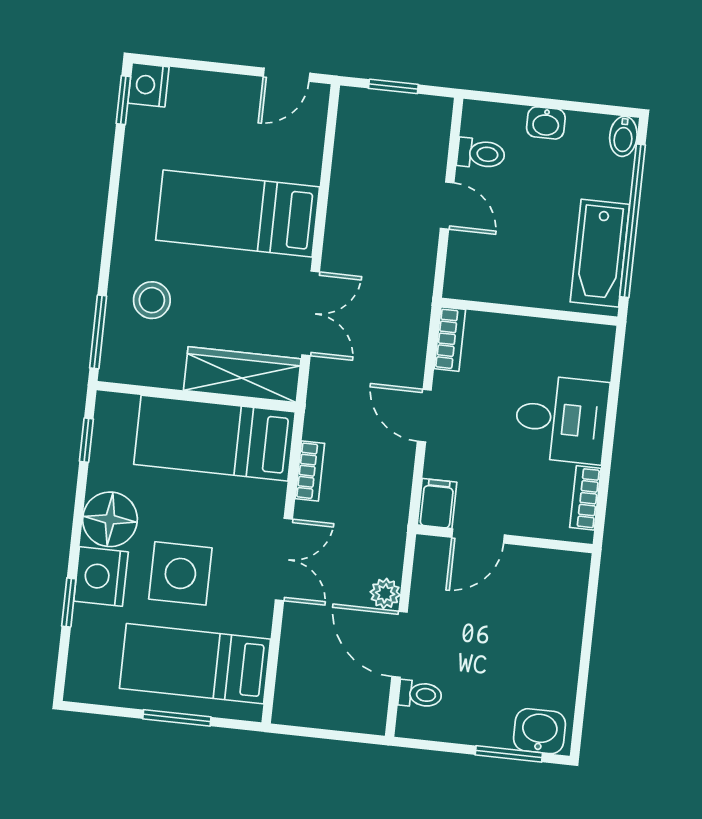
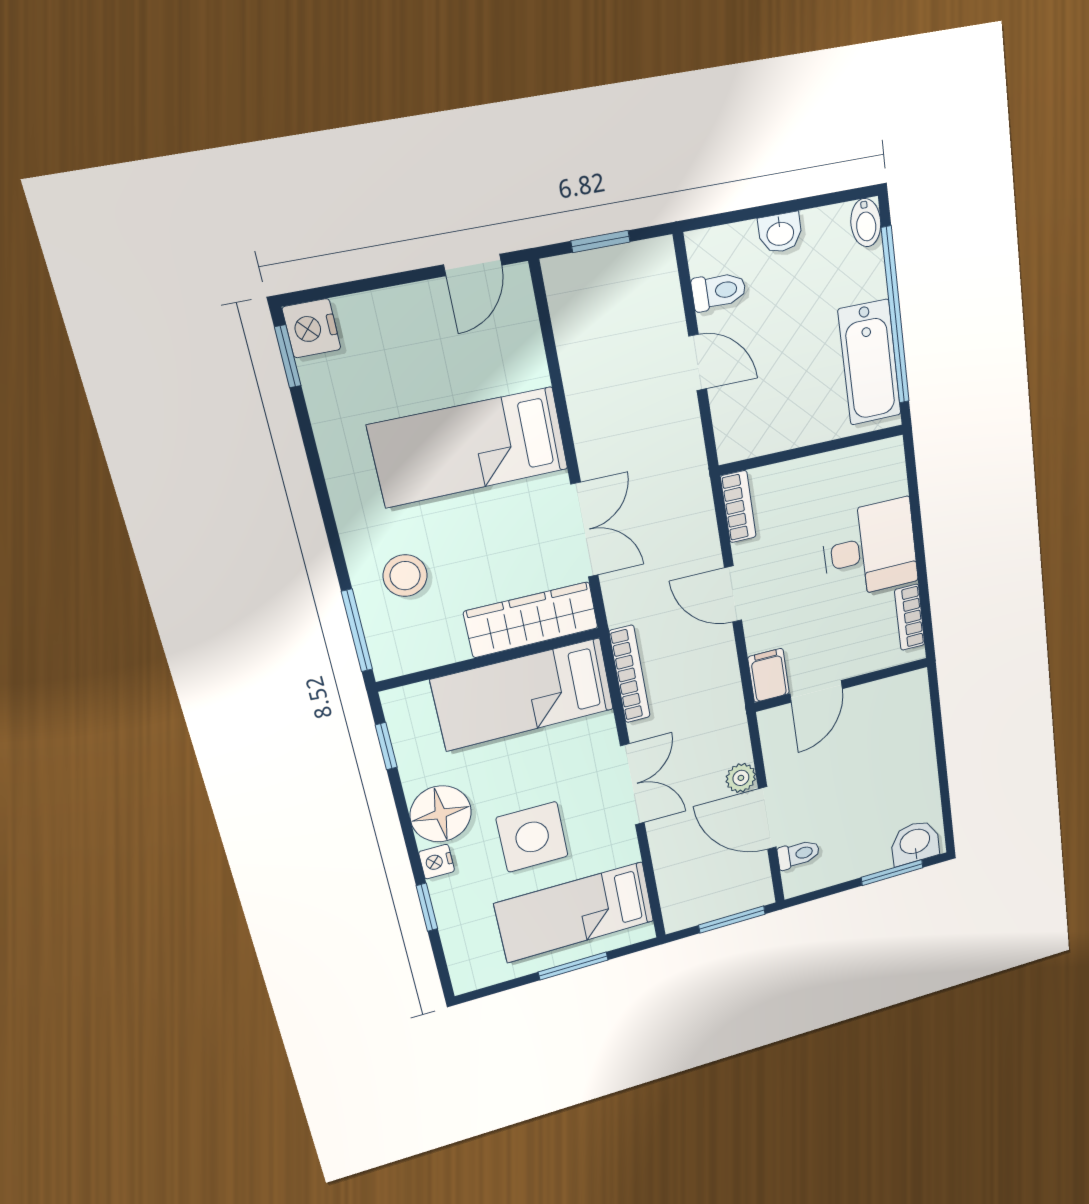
bookcase: (310, 471) -> (630, 674), width x1.56
nightstand: (101, 576) -> (437, 862), width x0.53, depth x0.56
window: (338, 735) -> (732, 919), added

